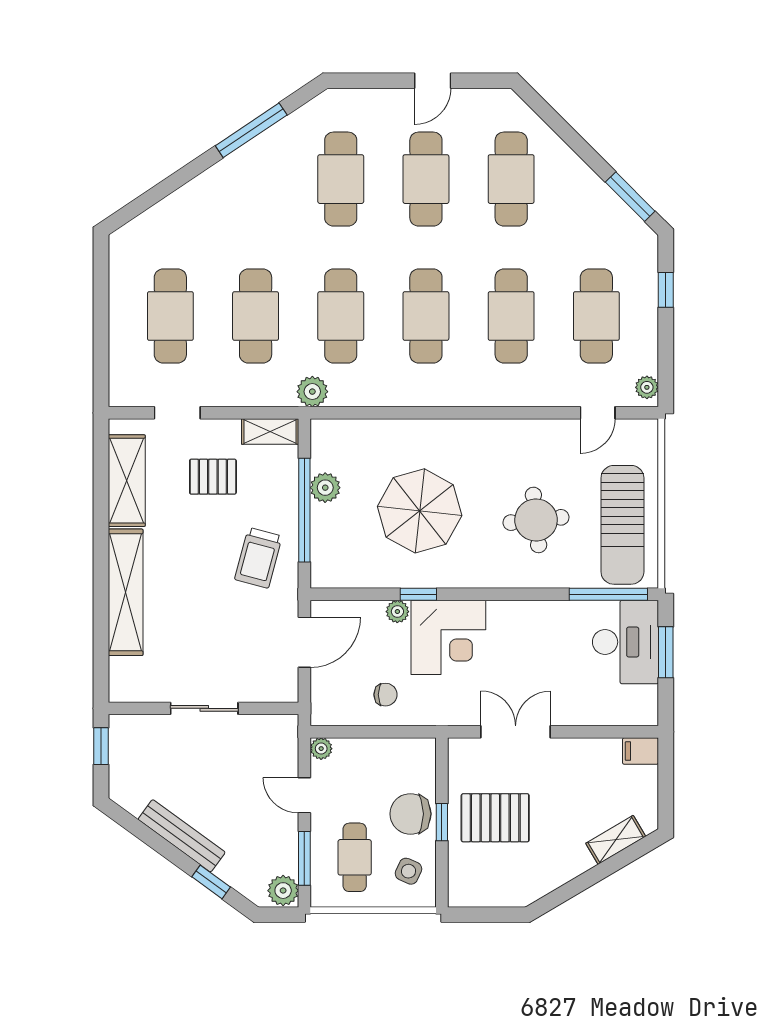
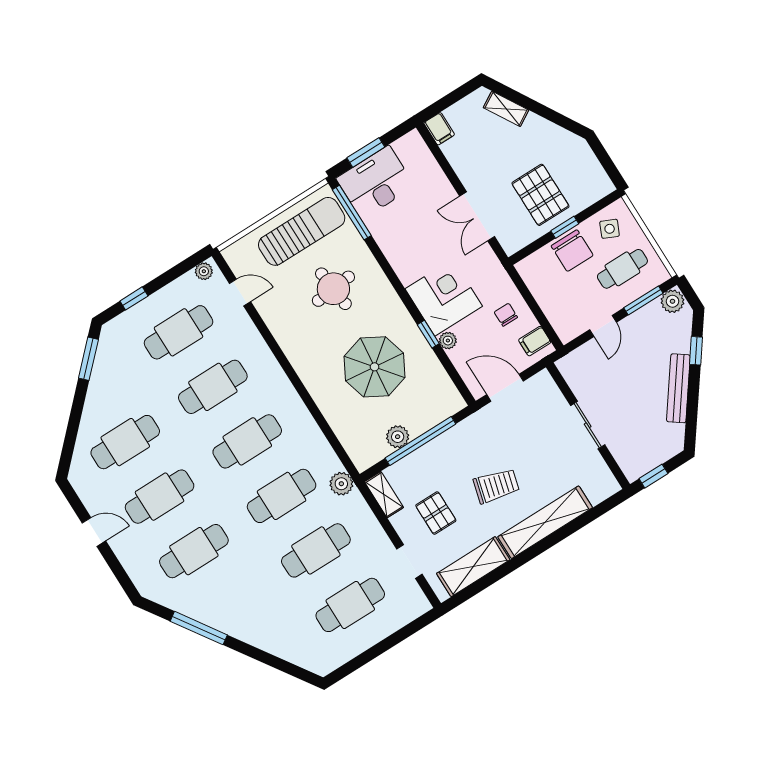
trolley: (258, 558) -> (496, 486), moved
filing cabinet: (336, 708) -> (535, 341), added
plant: (321, 749) -> (566, 334), removed

